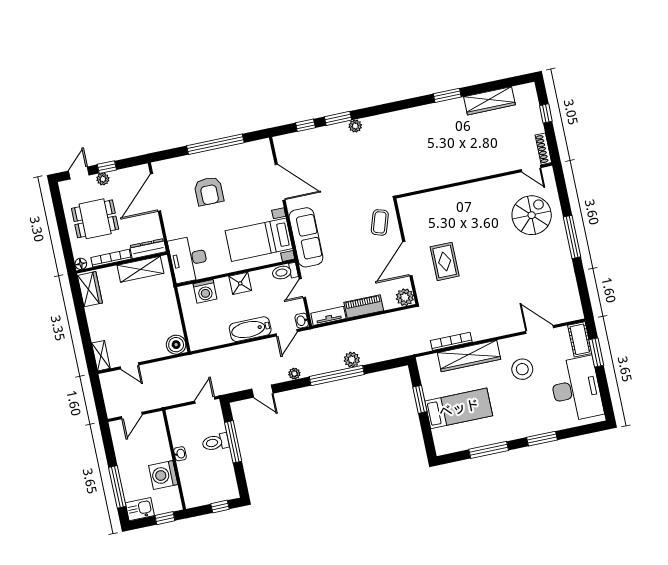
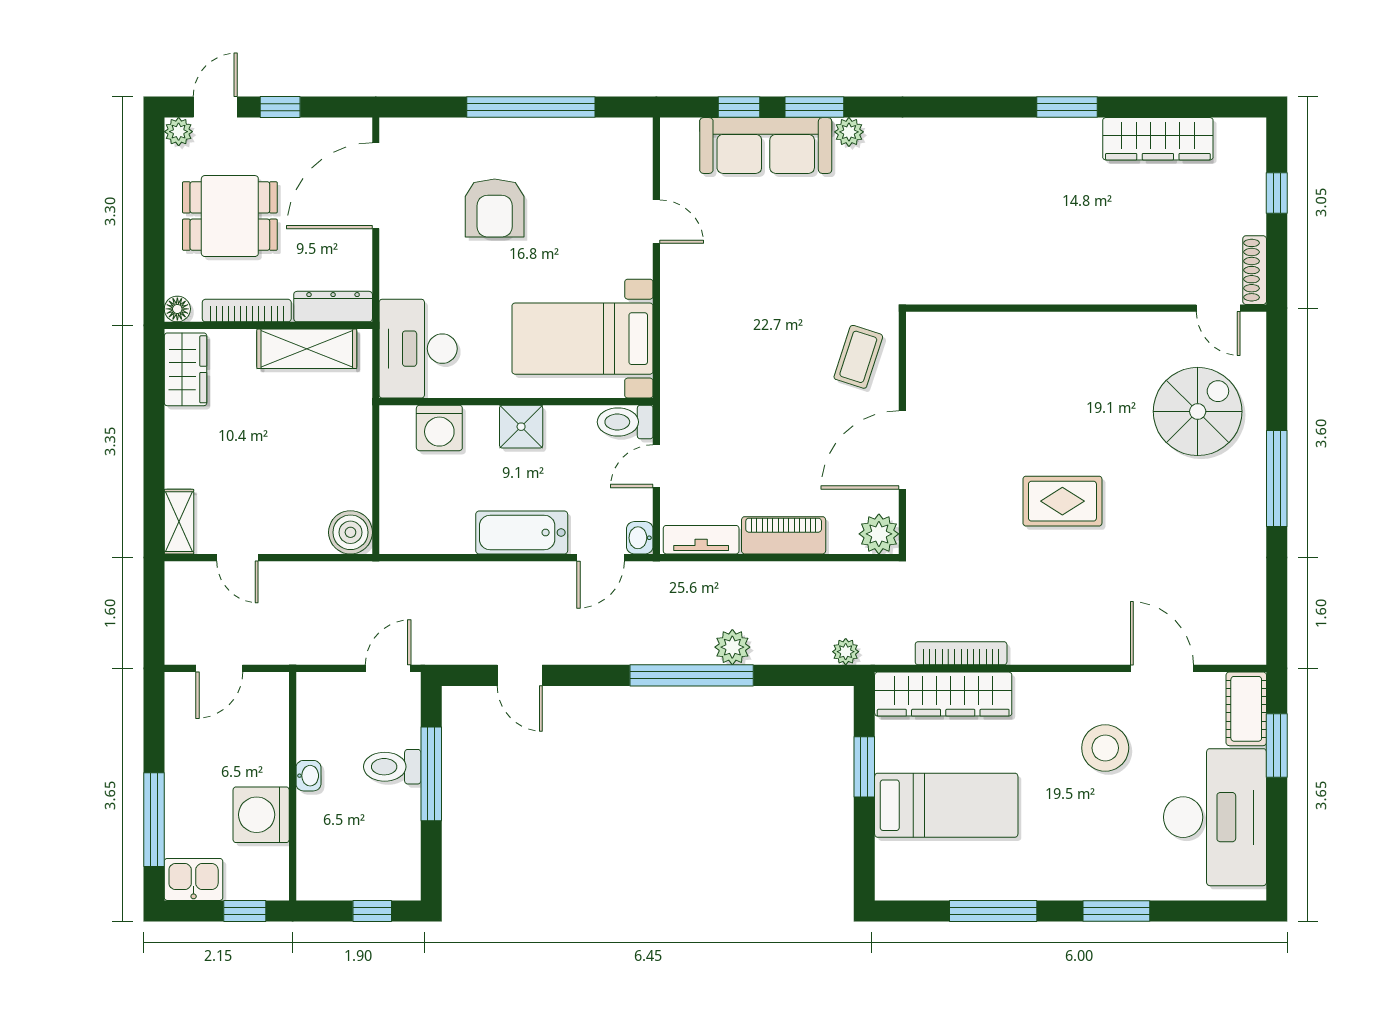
plant: (103, 179) -> (179, 132), moved
door: (280, 182) -> (656, 222), width x0.53
sofa: (306, 237) -> (766, 145), moved, turned 90
rug: (445, 261) -> (1062, 501), moved, turned 90
wardrobe: (469, 356) -> (943, 694), moved
plant: (294, 374) -> (846, 652), moved

